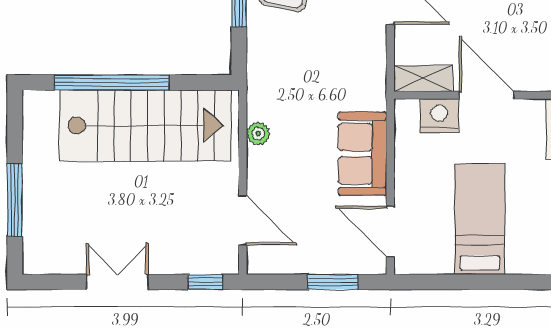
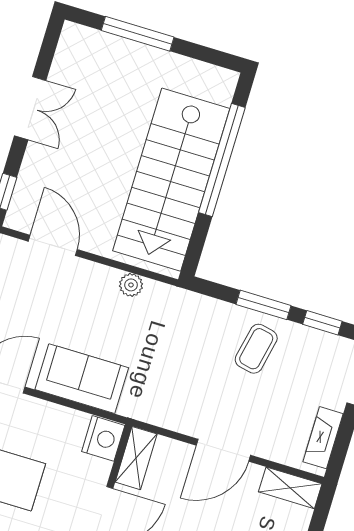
nightstand: (439, 116) -> (103, 438), moved
door: (243, 220) -> (53, 245), swing flipped

